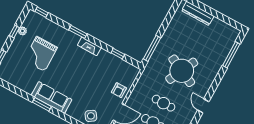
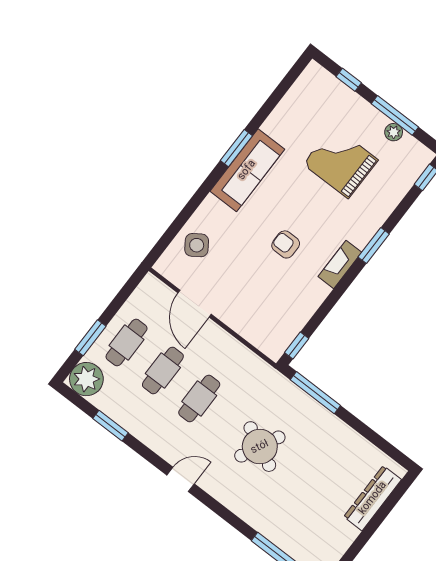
window: (14, 32) -> (395, 115), width x2.17
window: (118, 54) -> (297, 346), moved
round table: (182, 71) -> (260, 447), width x0.73, depth x0.73
armchair: (119, 90) -> (286, 244), moved

